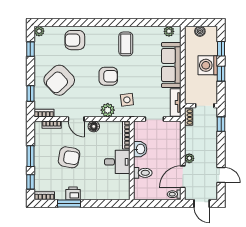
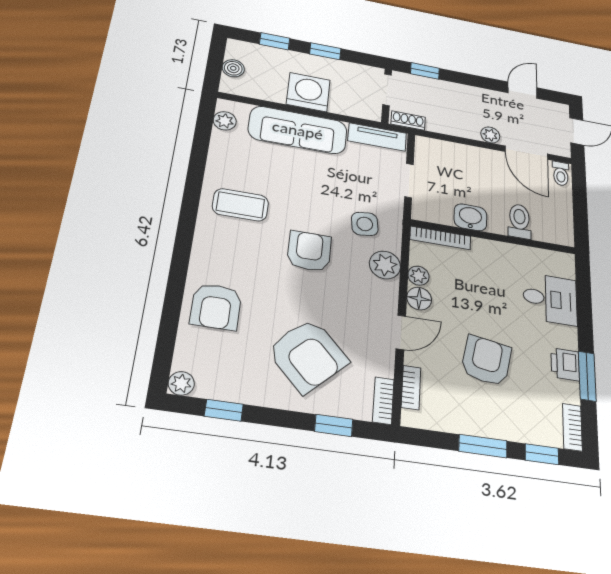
washing machine: (208, 65) -> (308, 92), moved, turned 180
plant: (105, 126) -> (418, 276), added
desk: (117, 162) -> (550, 299), moved, turned 90

